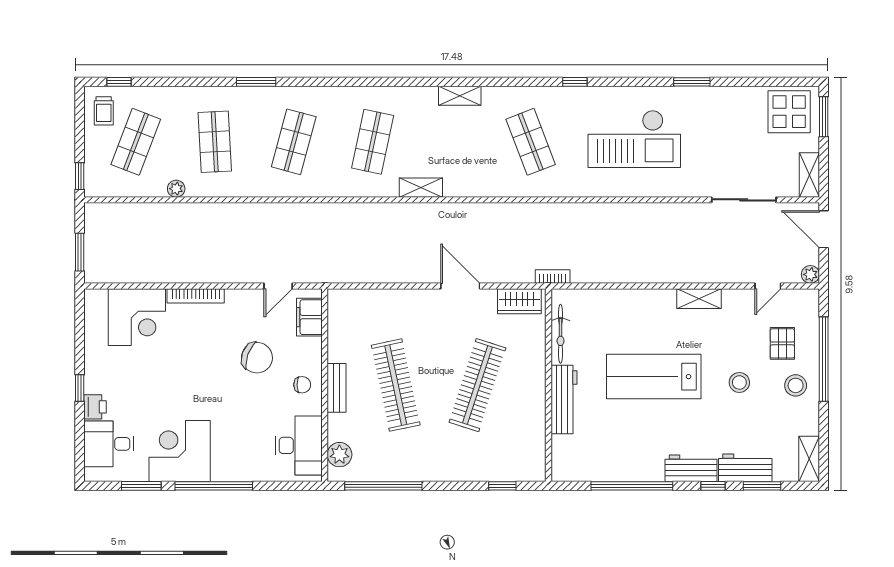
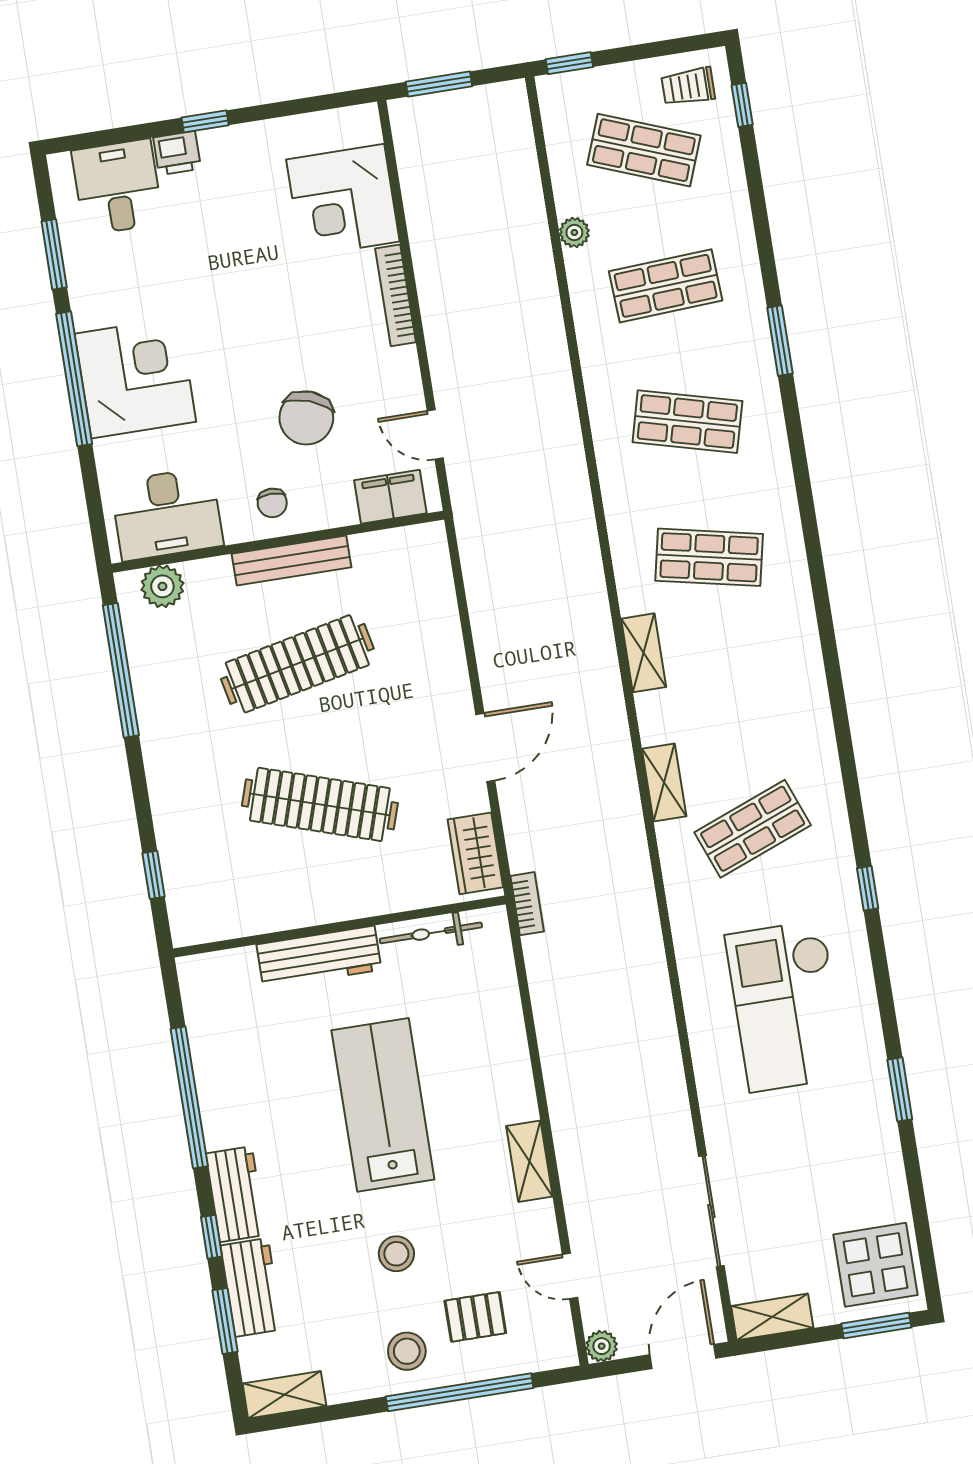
shelving: (460, 96) -> (664, 783), moved
bench: (337, 388) -> (291, 560), width x1.36
corner desk: (180, 451) -> (135, 378), moved

